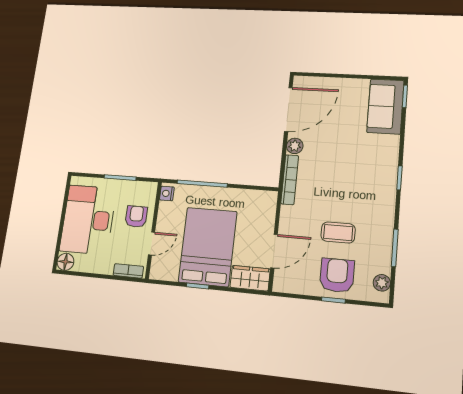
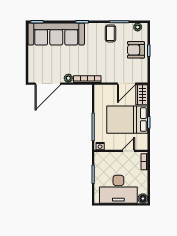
sofa: (385, 106) -> (56, 34), width x1.85, depth x1.27
door: (288, 109) -> (48, 84), swing flipped
armchair: (136, 216) -> (114, 162), removed
coffee table: (338, 233) -> (110, 33), moved
door: (152, 243) -> (128, 151), hinge flipped
door: (274, 251) -> (126, 84), swing flipped

